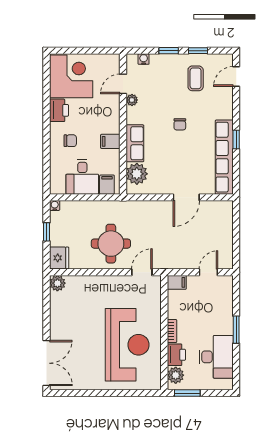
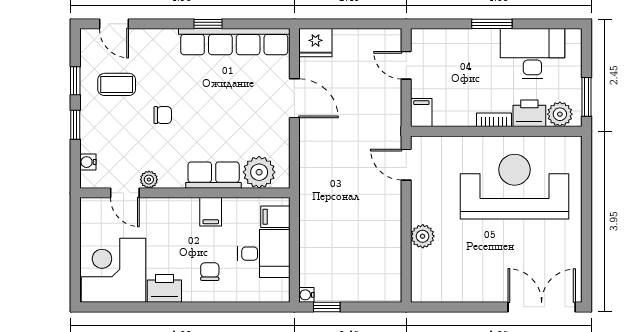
chair: (180, 124) -> (163, 115), moved
window: (47, 232) -> (327, 307), moved
round table: (111, 244) -> (363, 211), removed
fridge: (59, 258) -> (315, 43), moved, turned 180
plant: (57, 283) -> (423, 236), moved

